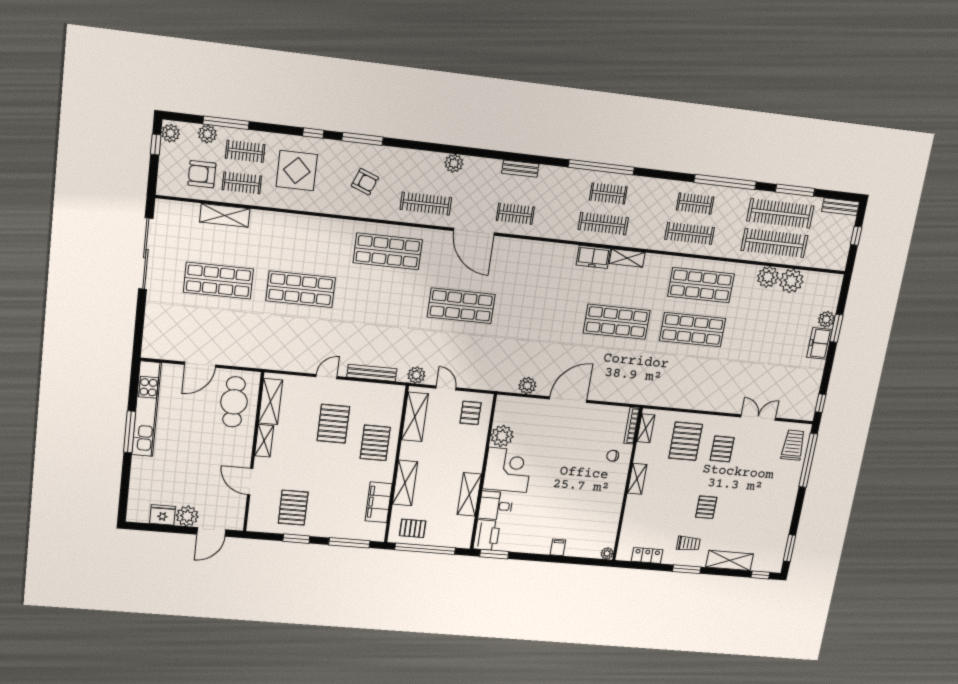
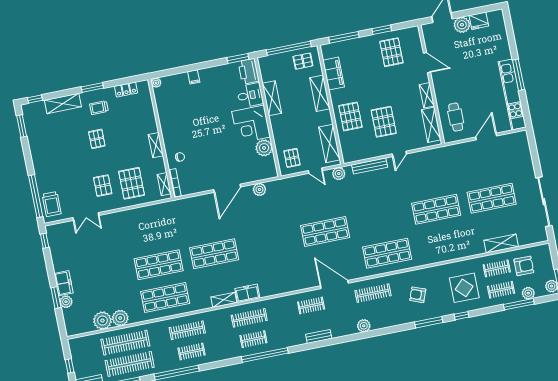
cafe table: (234, 402) -> (456, 117), width x0.73, depth x0.74

